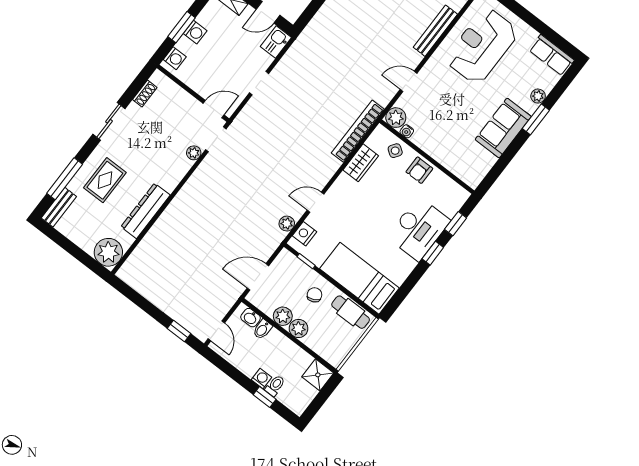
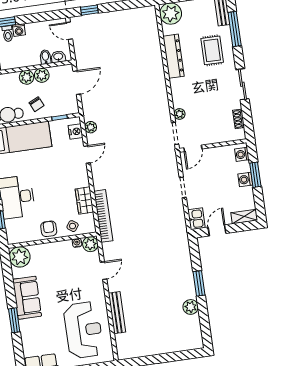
plant: (538, 96) -> (20, 257), moved, width x1.88, depth x1.88

